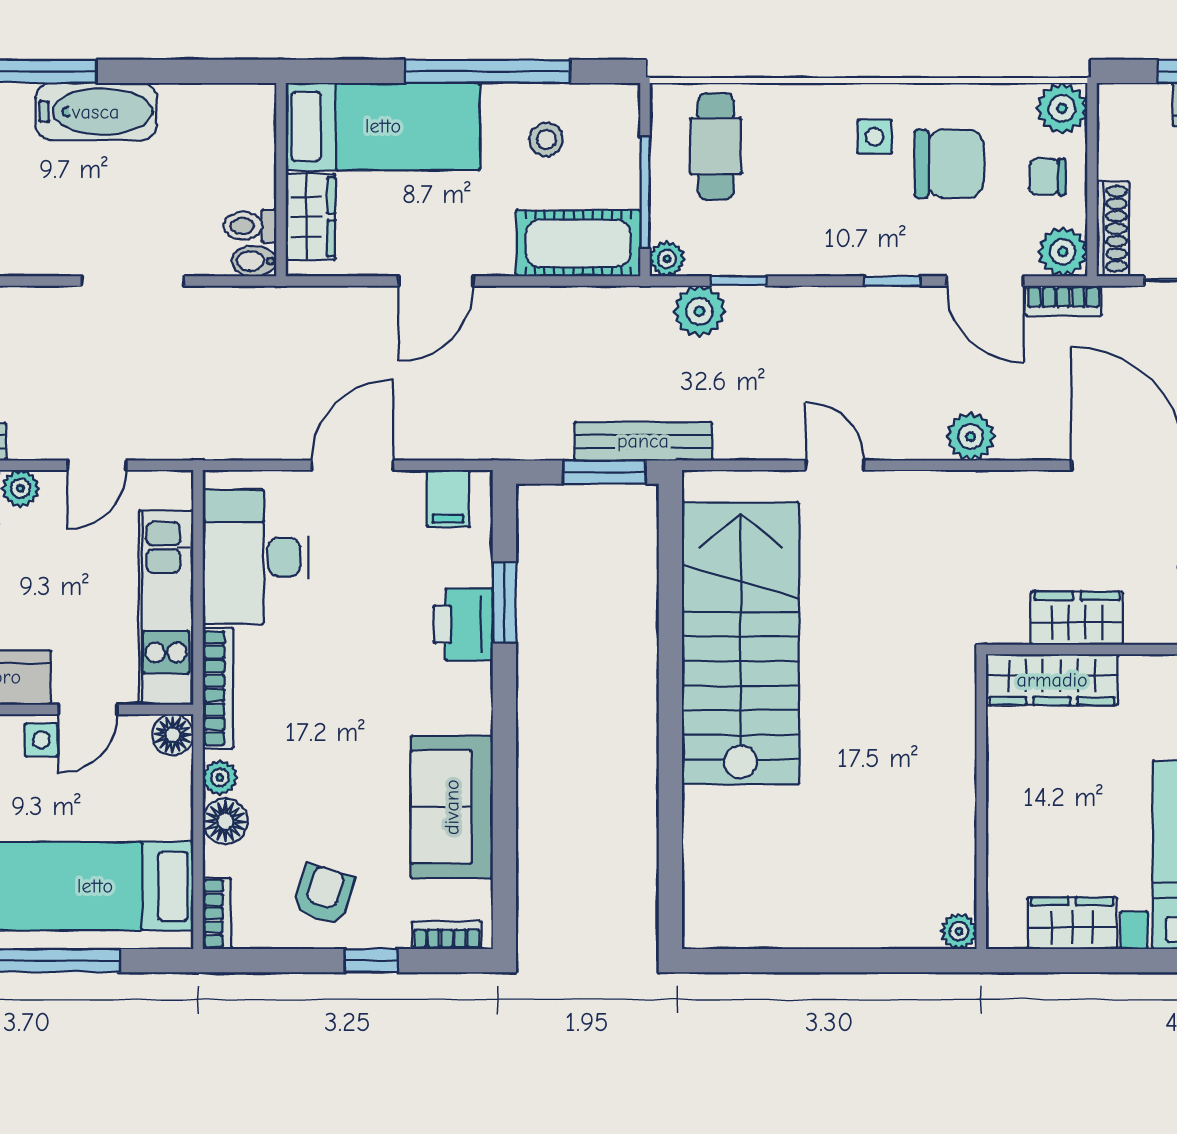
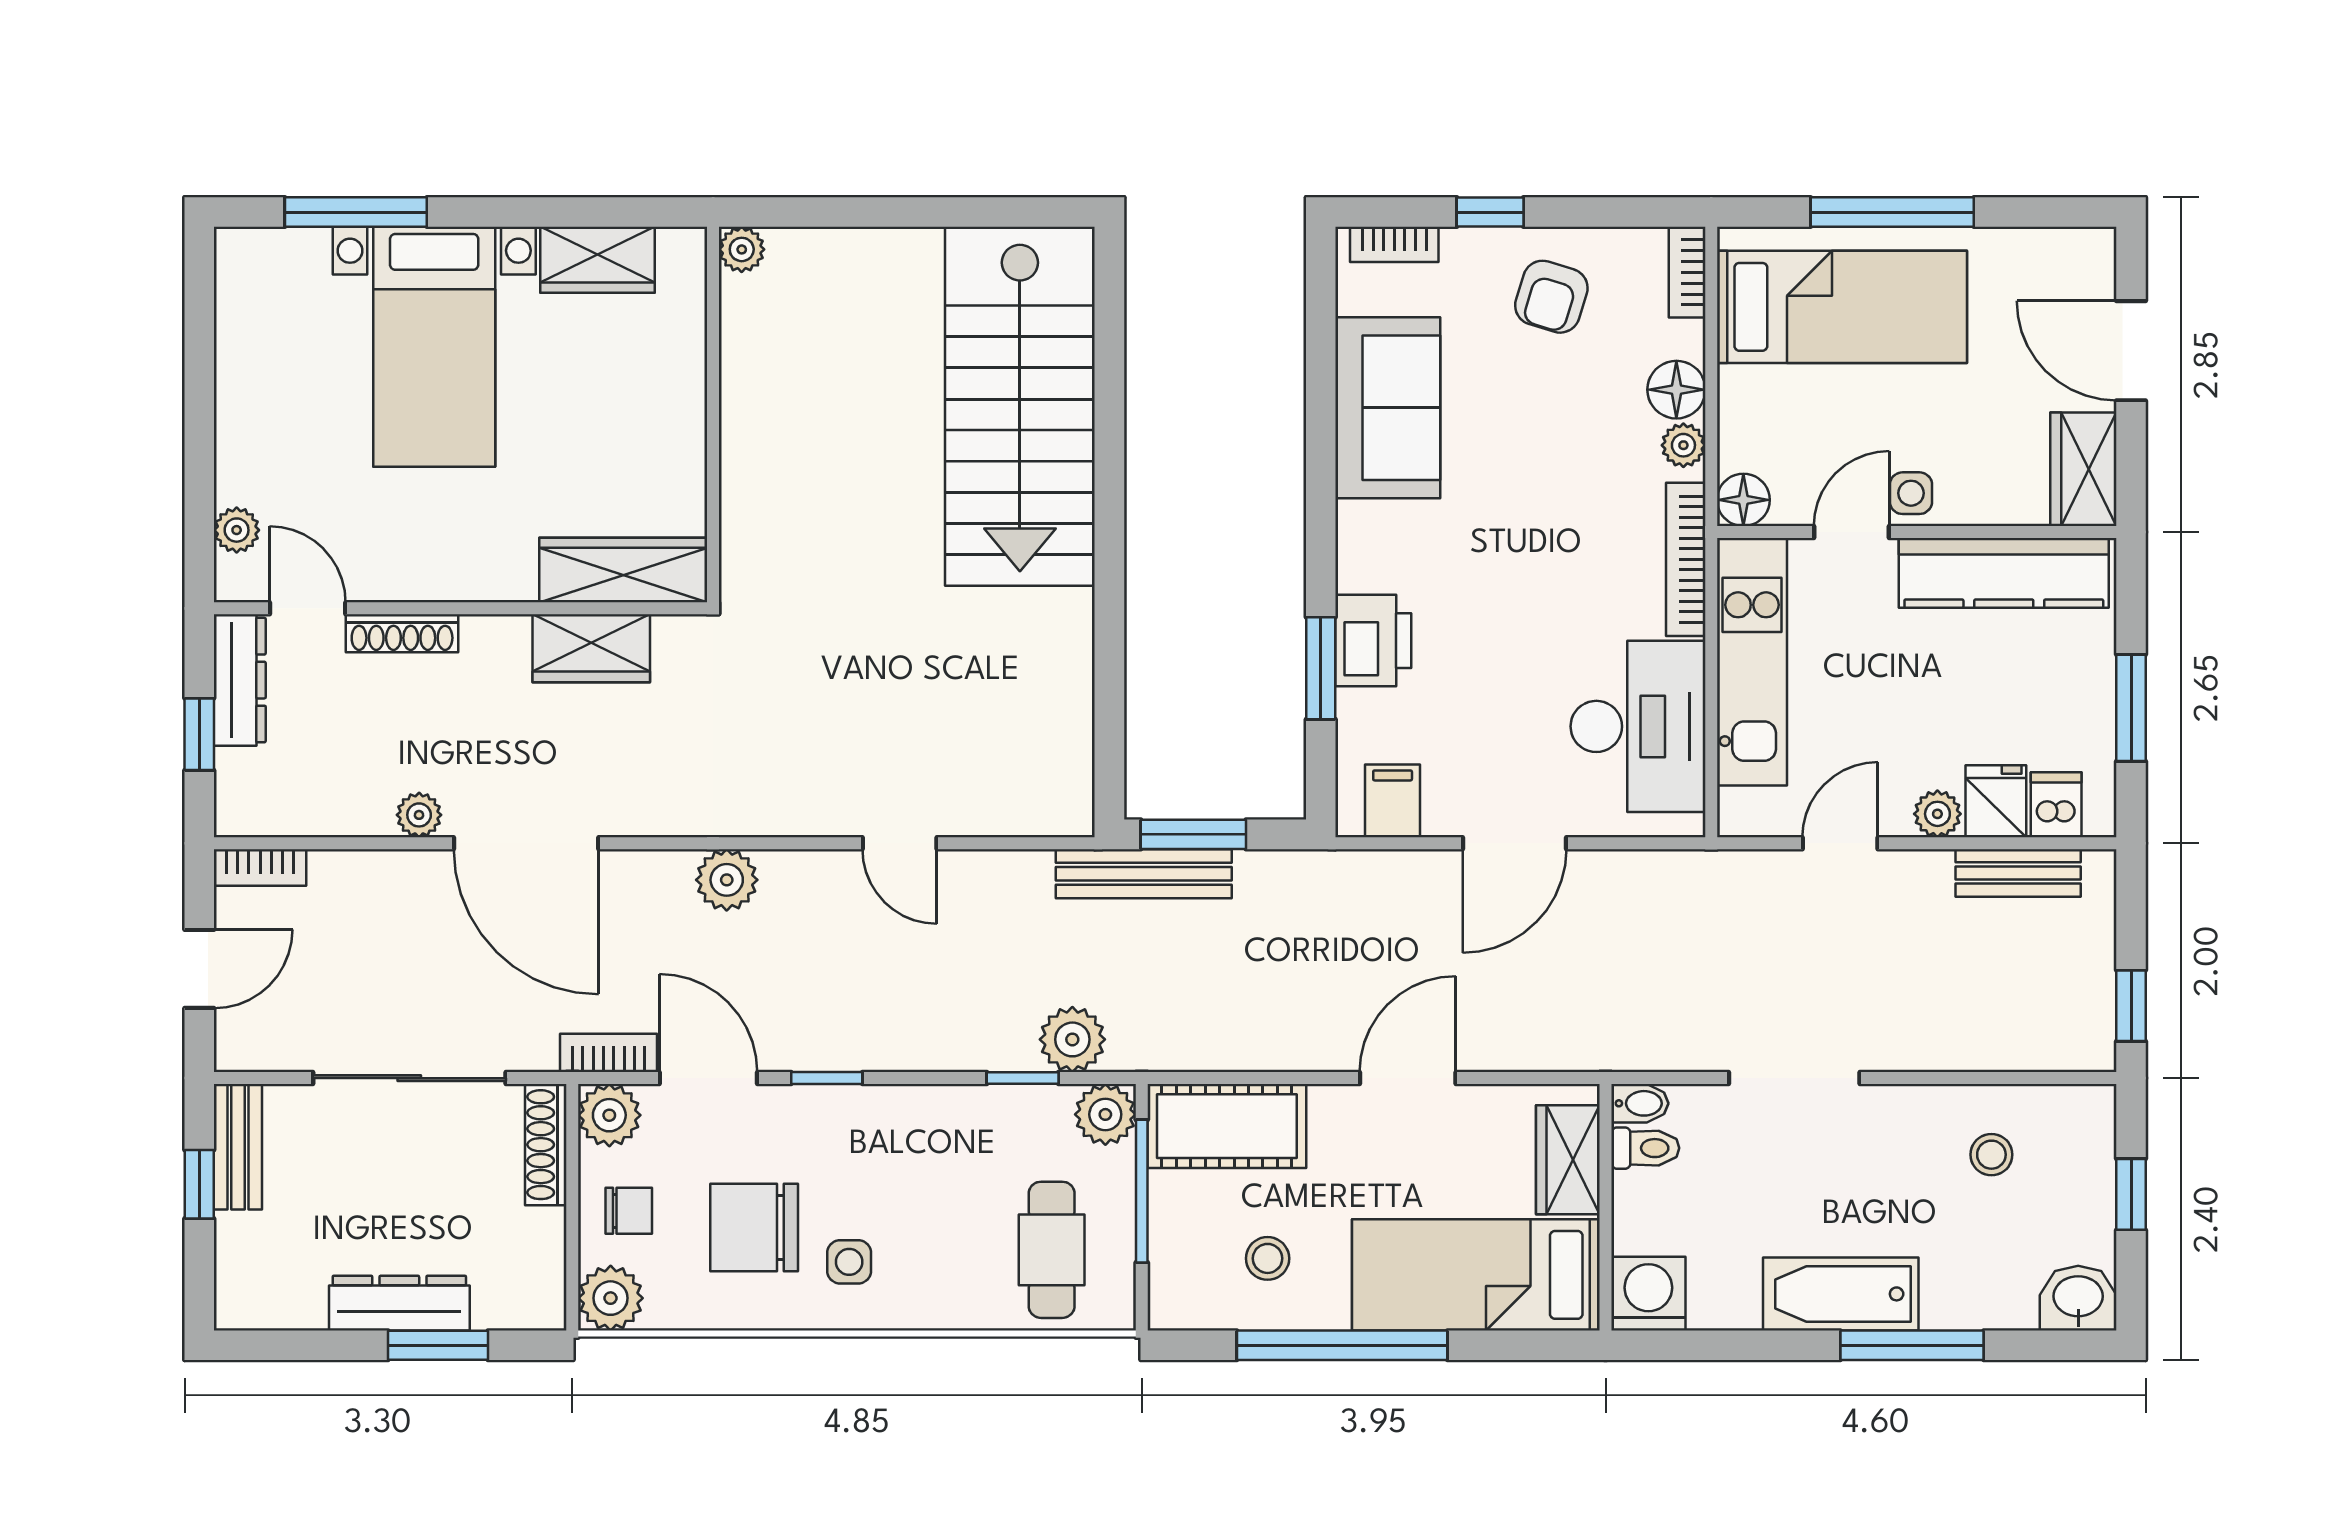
washing machine: (247, 112) -> (1648, 1294), added
plant: (667, 259) -> (1105, 1114), width x1.38, depth x1.38
stairs: (741, 643) -> (1020, 406), moved

